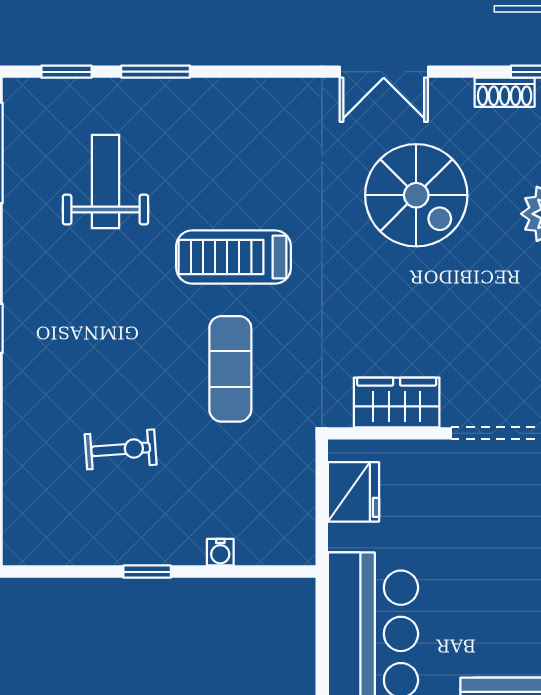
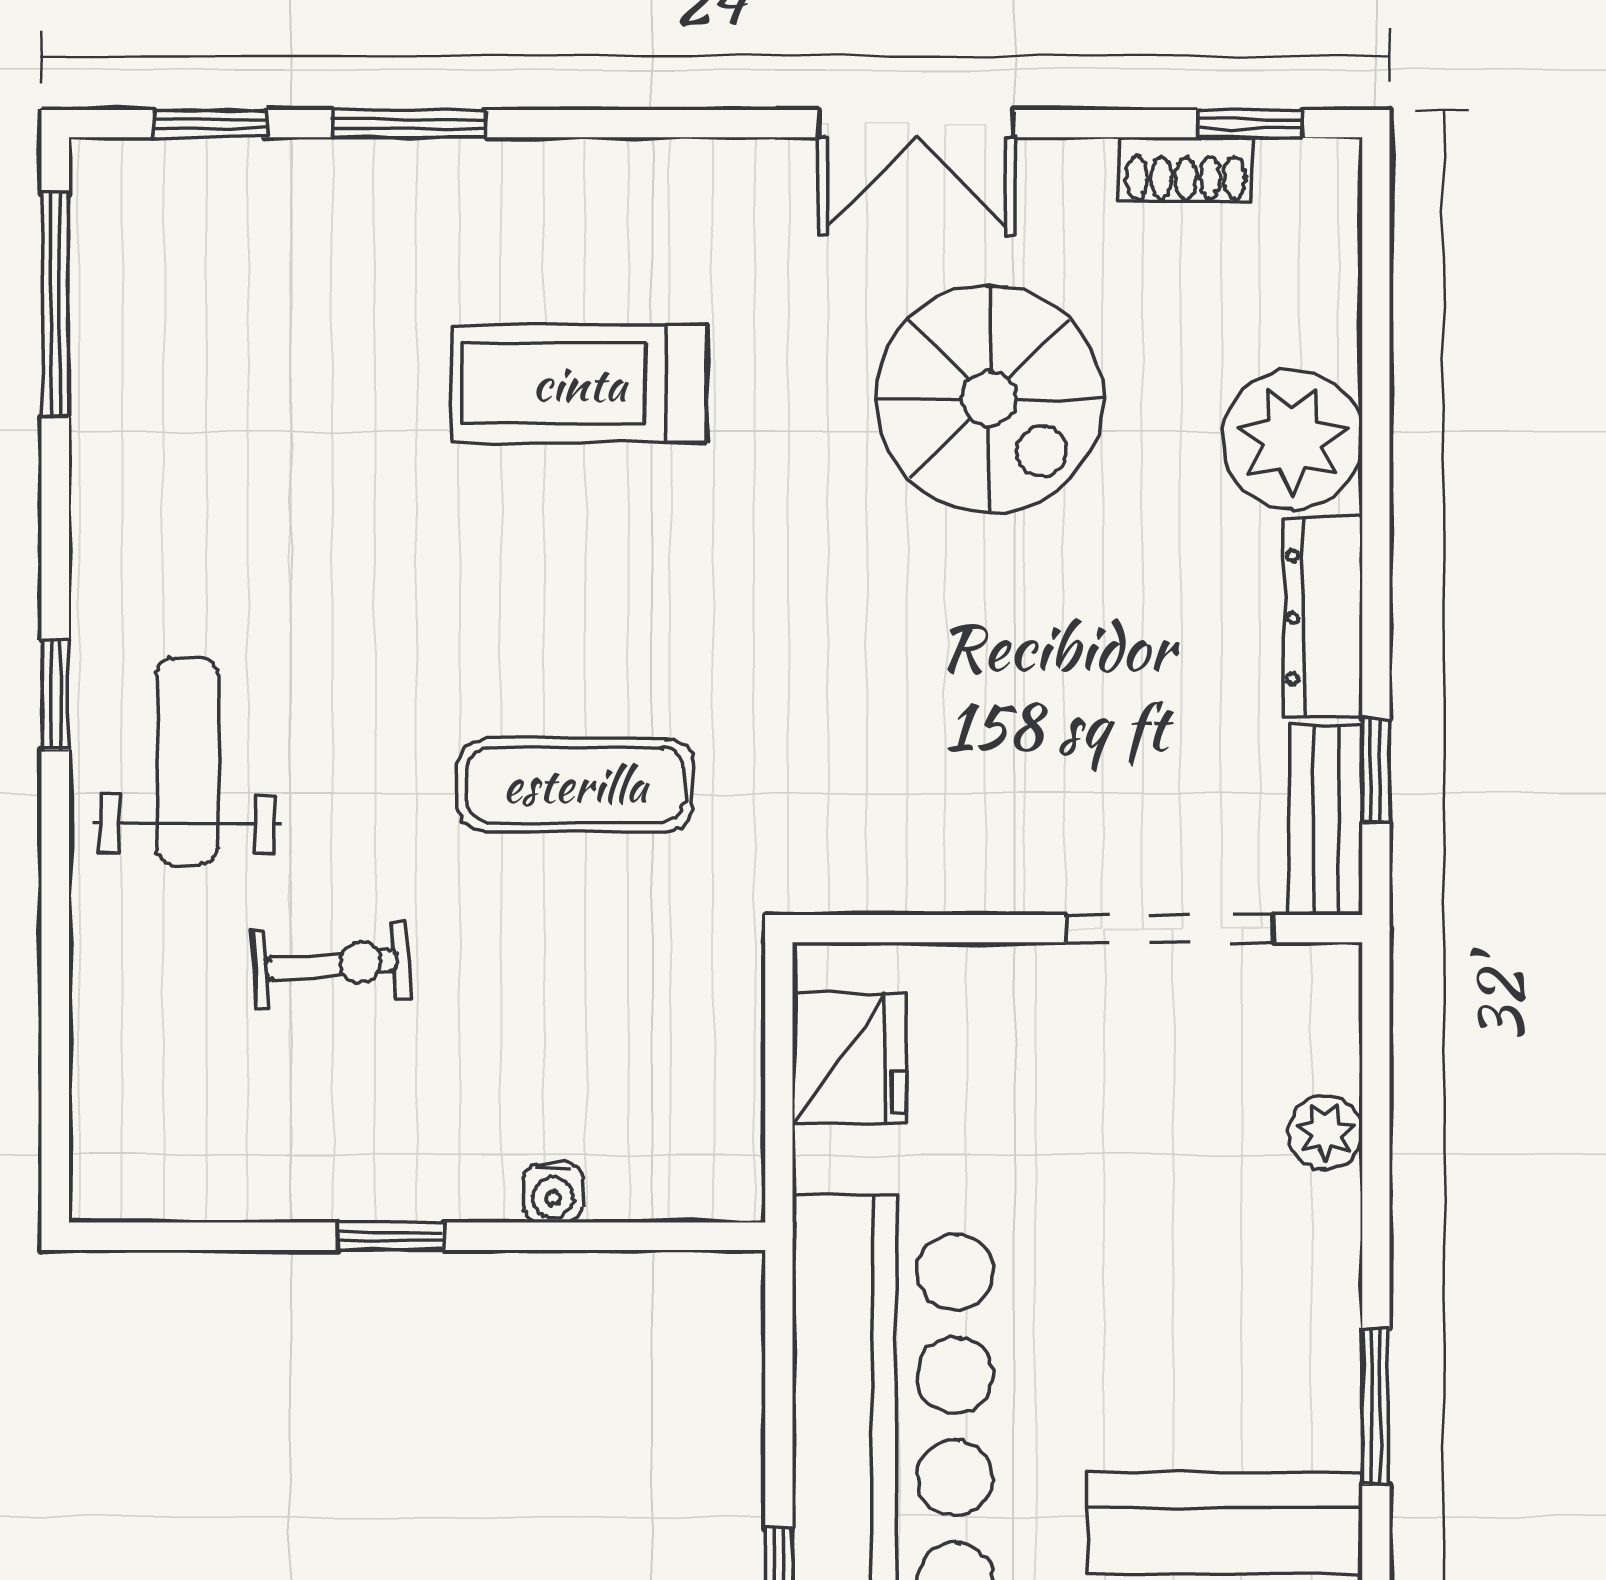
weight bench: (105, 181) -> (187, 761), moved
treadmill: (234, 257) -> (579, 384), moved
exercise mat: (230, 369) -> (575, 785), turned 90
wardrobe: (397, 402) -> (945, 860), removed

